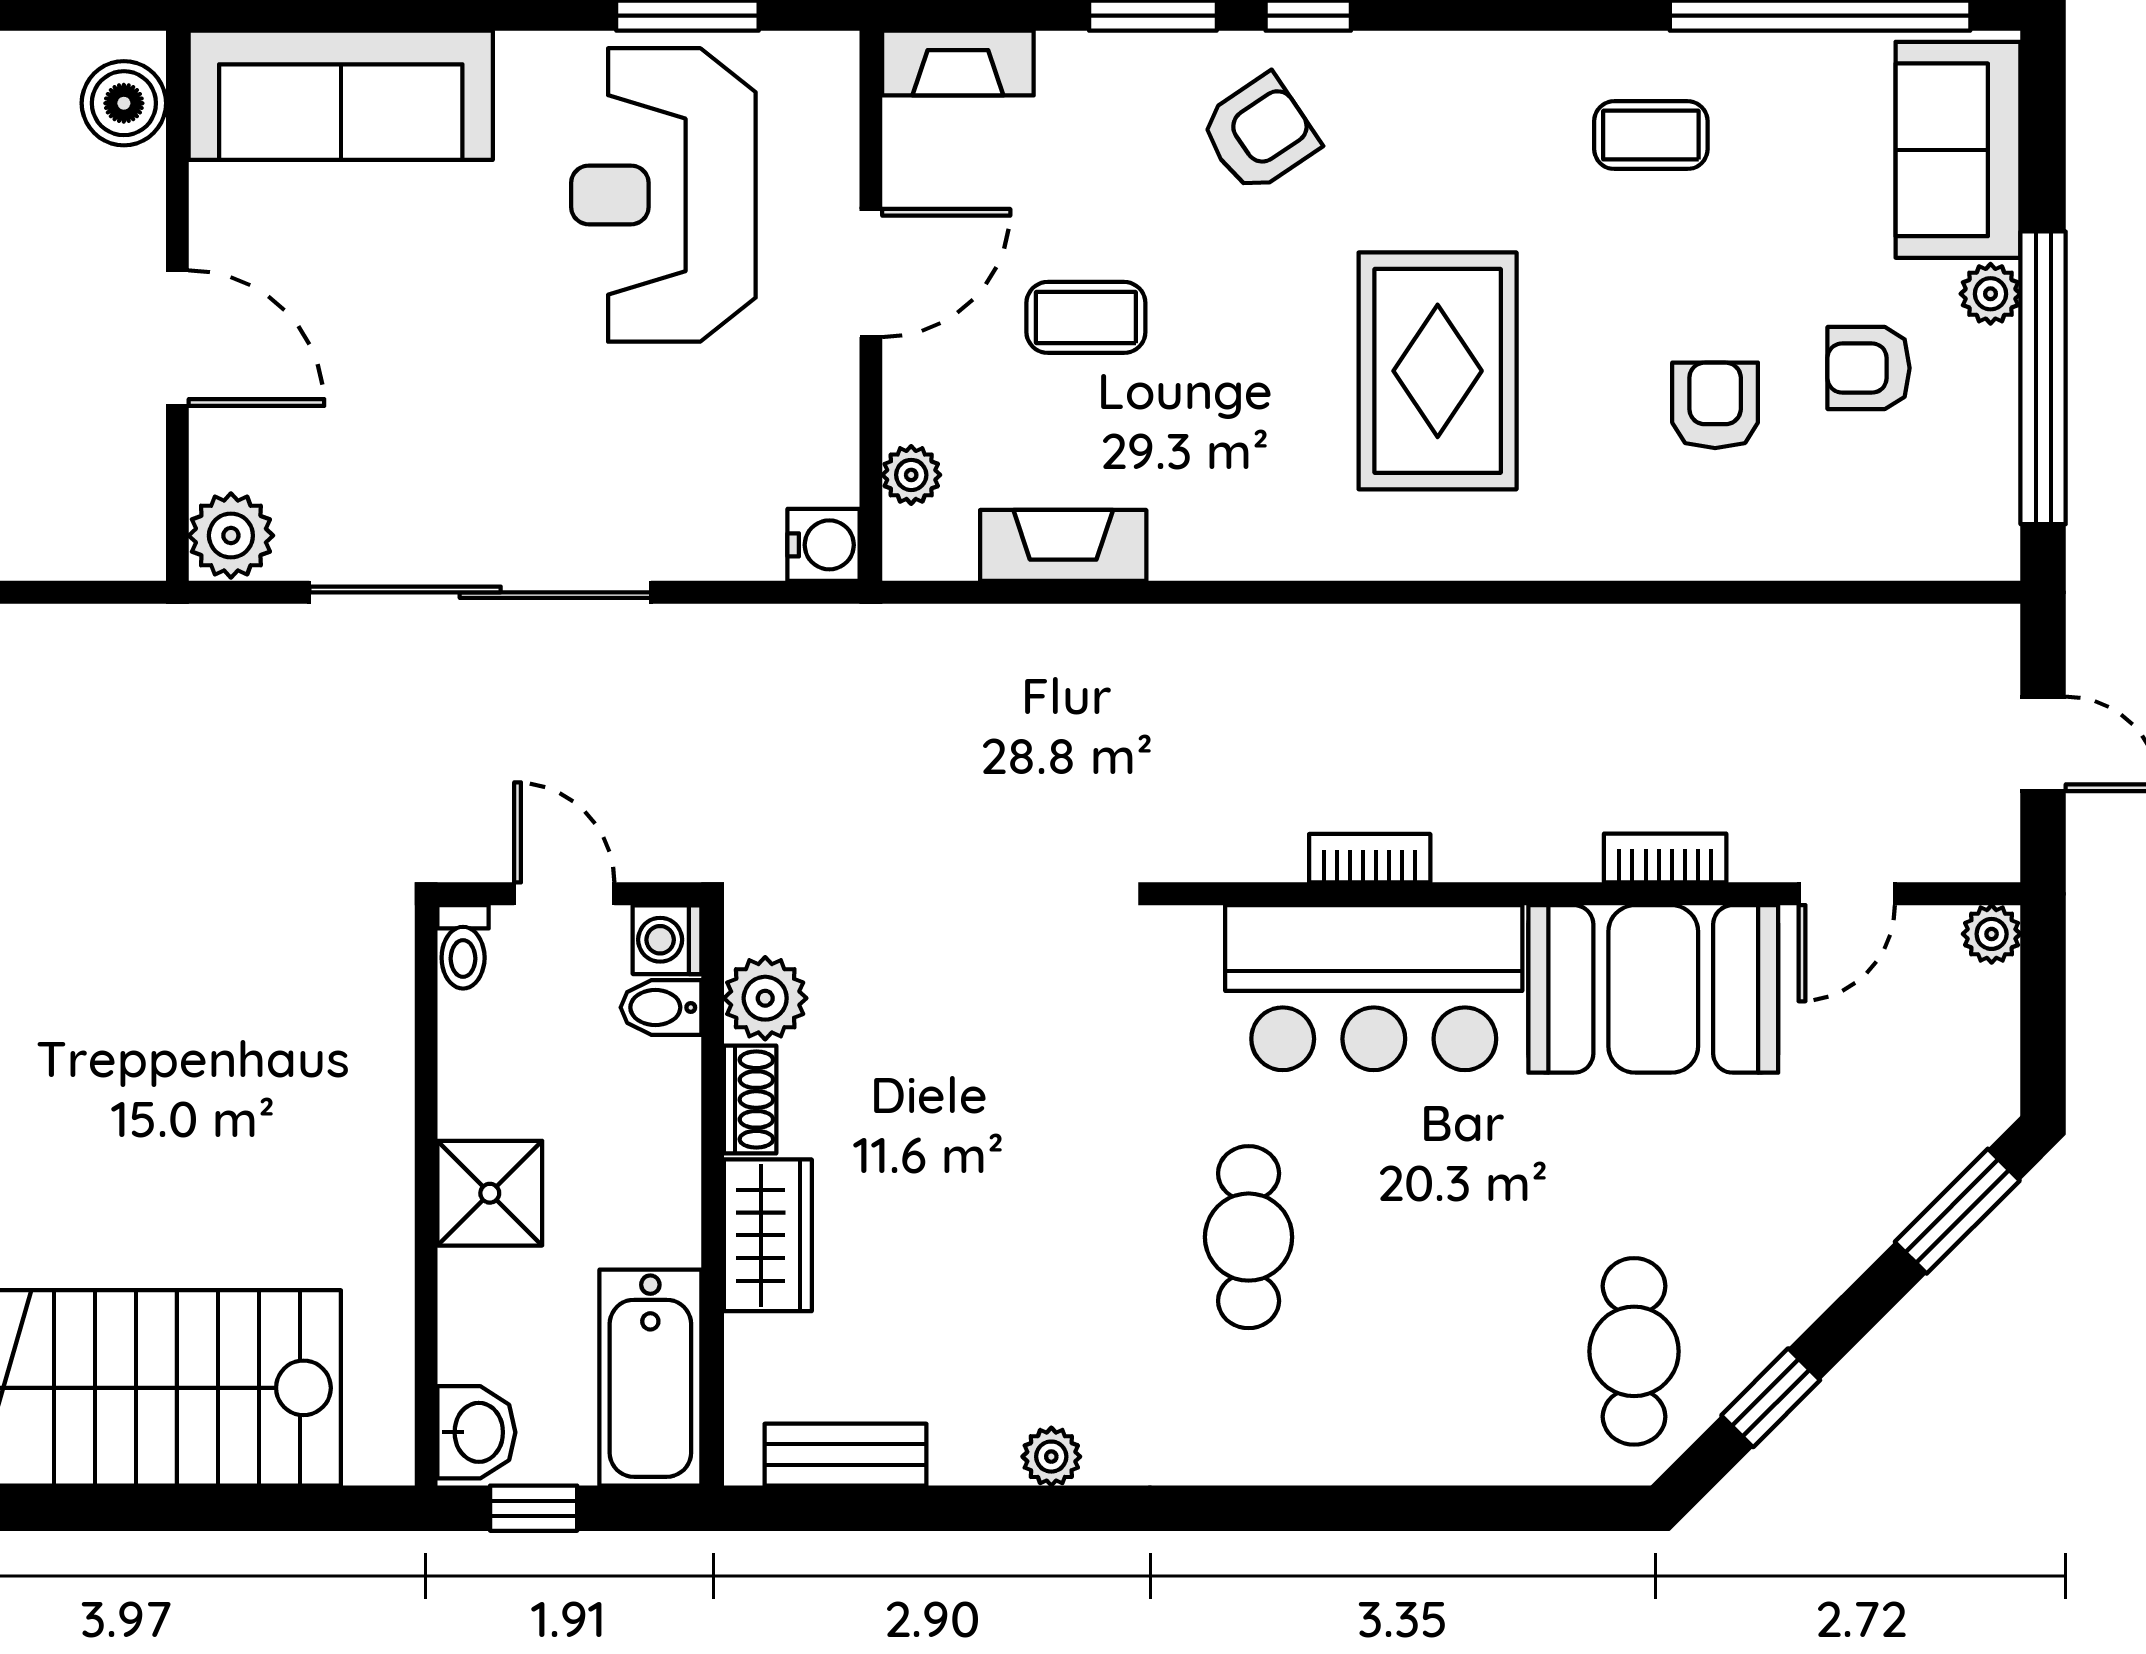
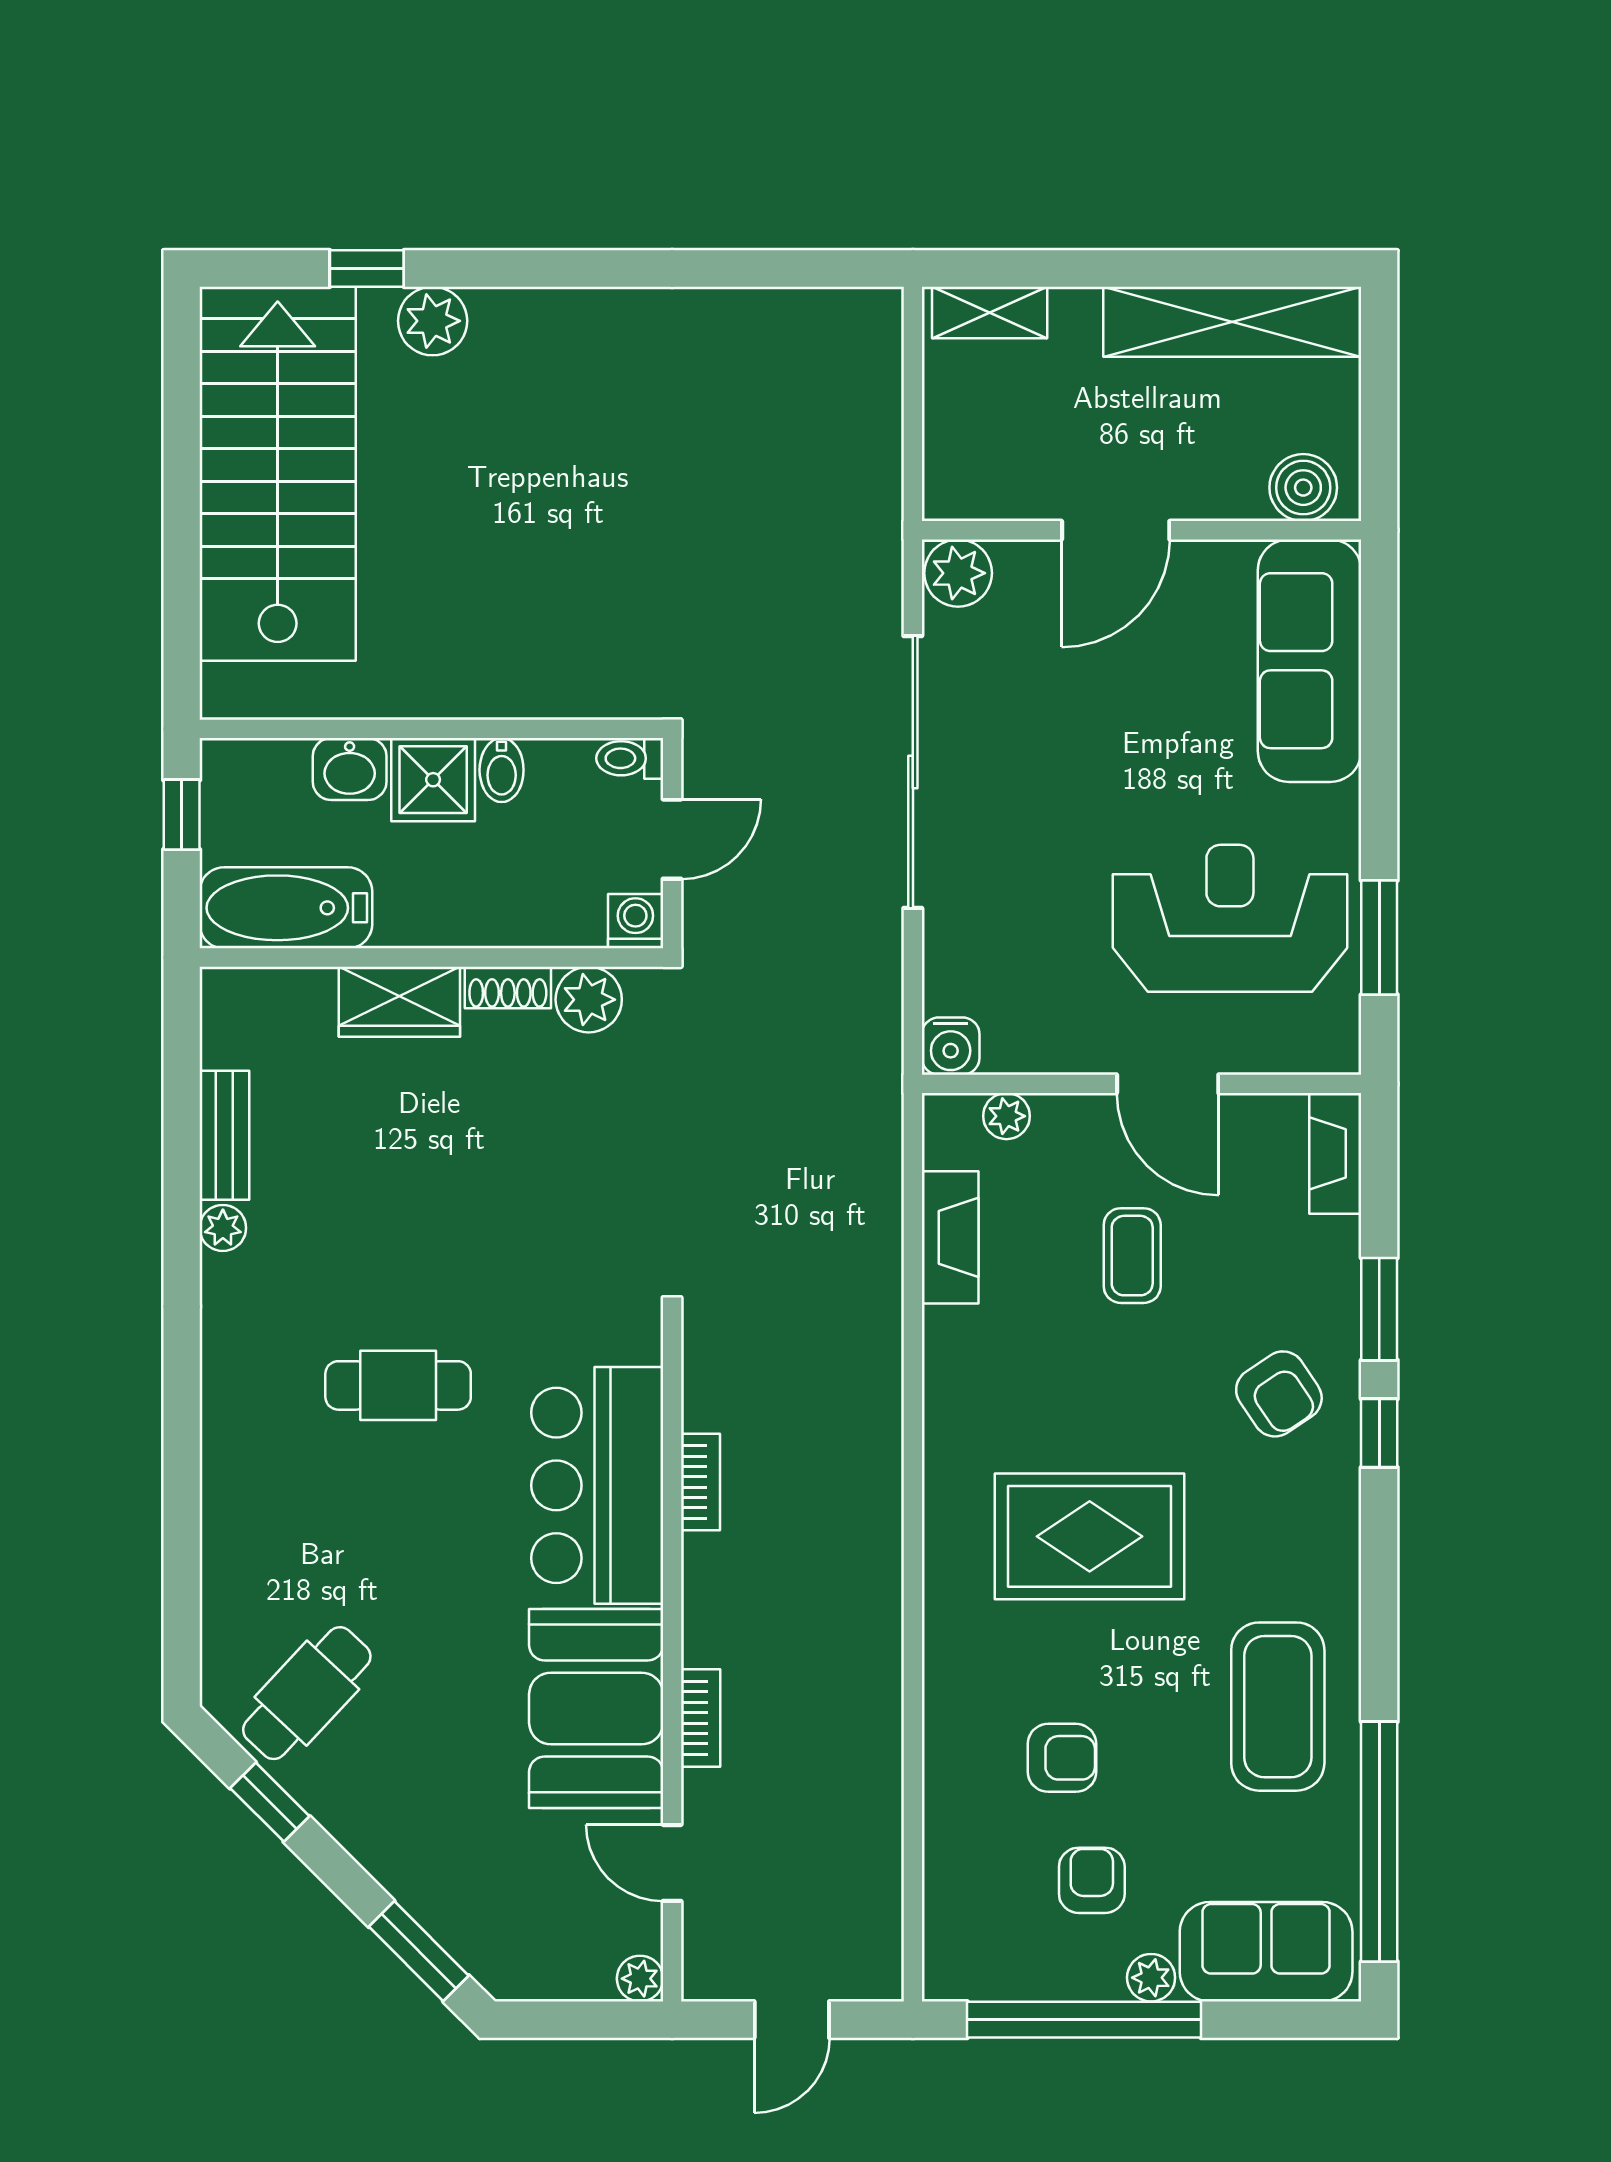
coffee table: (1651, 135) -> (1278, 1707), width x1.86, depth x1.72
bidet: (661, 1007) -> (502, 770), moved, turned 180
cafe table: (1634, 1351) -> (307, 1693), turned -47
washbasin: (476, 1432) -> (350, 769), moved
bench: (846, 1455) -> (224, 1135), moved

